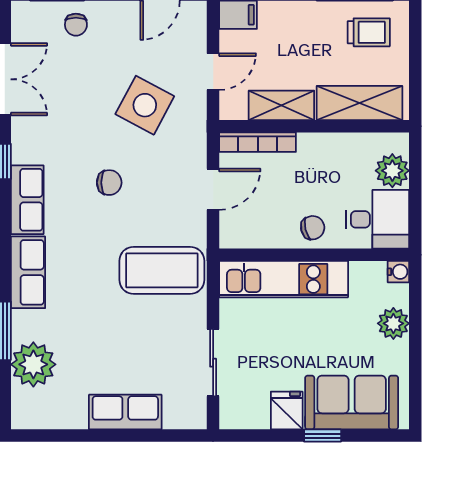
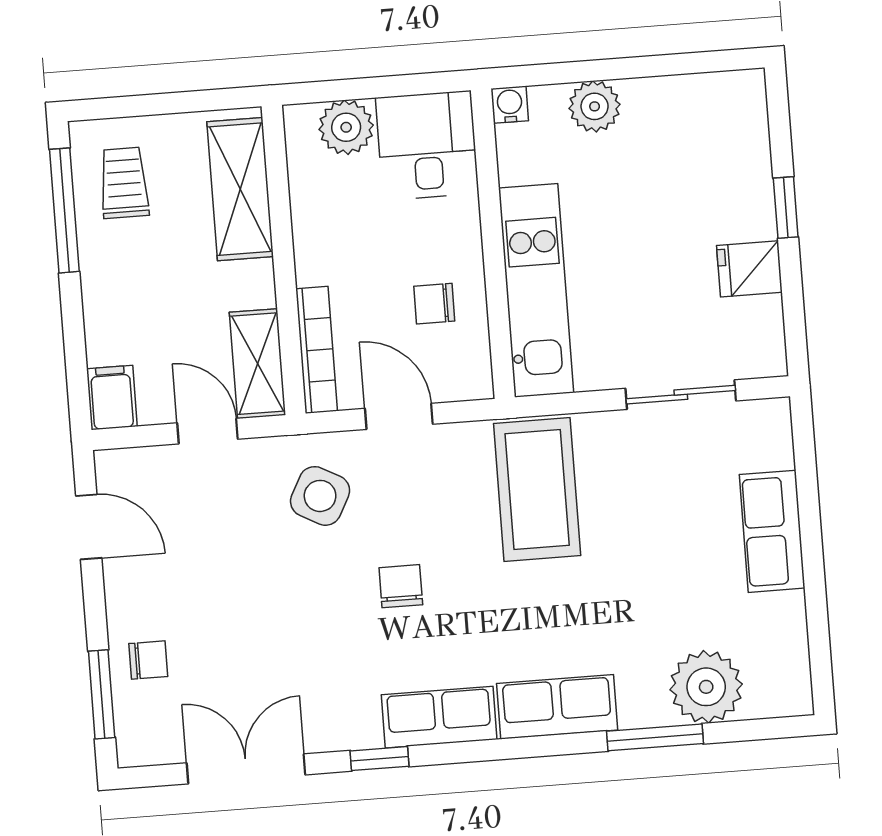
side table: (145, 105) -> (320, 496), moved, width x0.73, depth x0.73
shelving: (281, 105) -> (257, 364), moved
chair: (313, 228) -> (434, 304), moved, turned -77
sofa: (352, 403) -> (728, 164), removed

